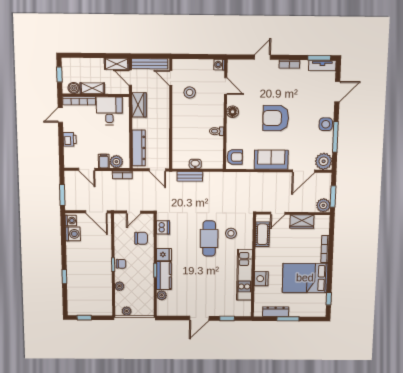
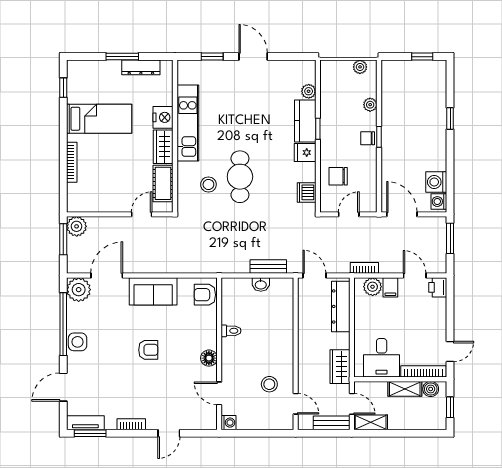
bench: (150, 64) -> (332, 423), width x0.73
armchair: (276, 118) -> (148, 350), width x0.53, depth x0.53
window: (335, 137) -> (63, 324), width x1.46
printer: (70, 139) -> (438, 287), moved
wardrobe: (302, 222) -> (163, 147), moved, turned -90
bed: (305, 278) -> (99, 119), width x0.67
door: (199, 318) -> (253, 57), hinge flipped

